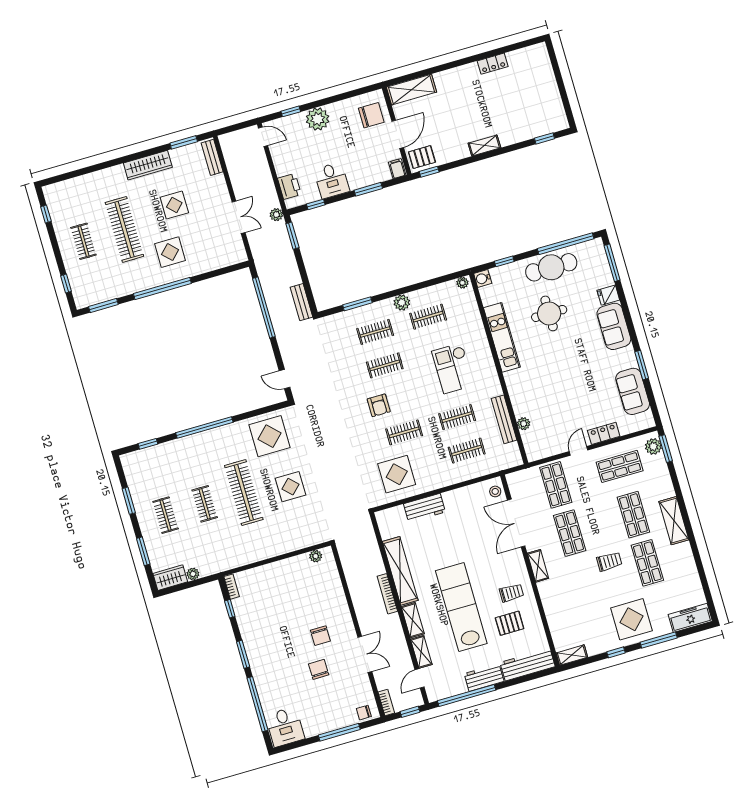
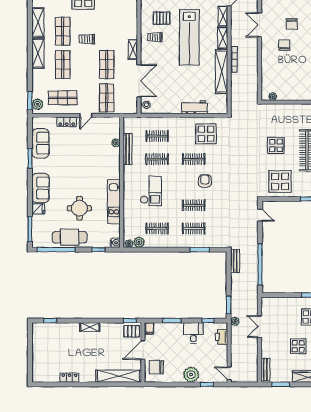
shelving: (411, 90) -> (119, 376), width x1.47
plant: (402, 303) -> (139, 242), moved
shelving: (687, 565) -> (38, 23), added

